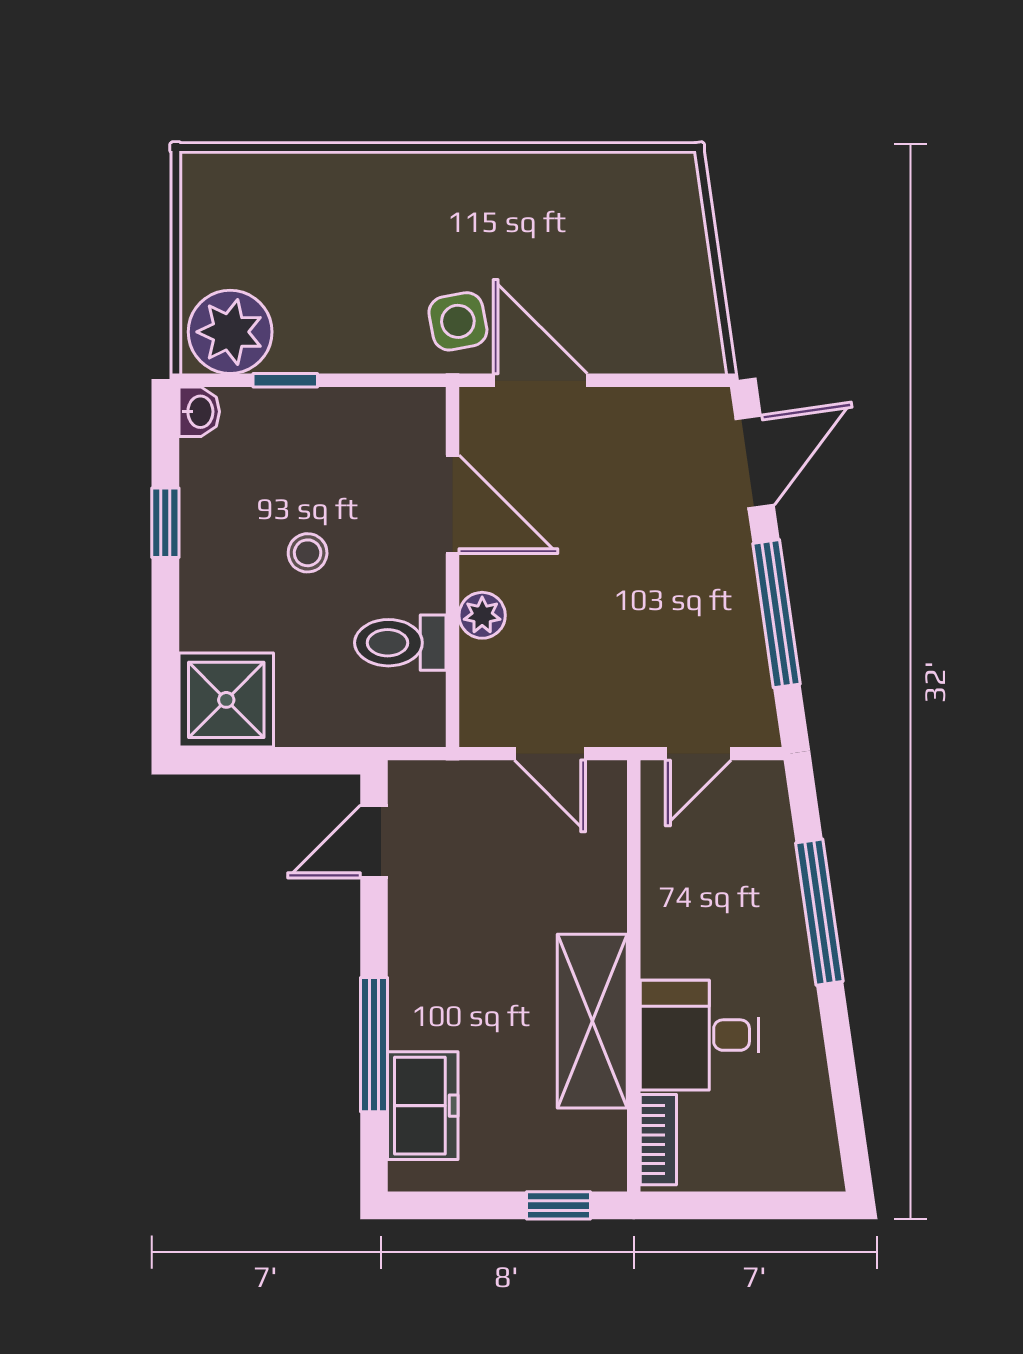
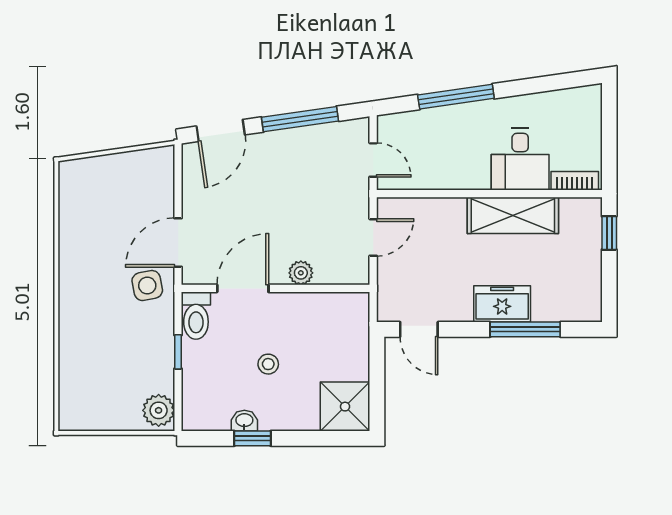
plant: (230, 332) -> (159, 410), width x0.73, depth x0.73
window: (285, 380) -> (178, 352), moved
washbasin: (199, 412) -> (244, 421), moved
door: (755, 462) -> (221, 130), swing flipped
toilet: (400, 643) -> (196, 316), moved
freezer: (423, 1106) -> (502, 304), moved

